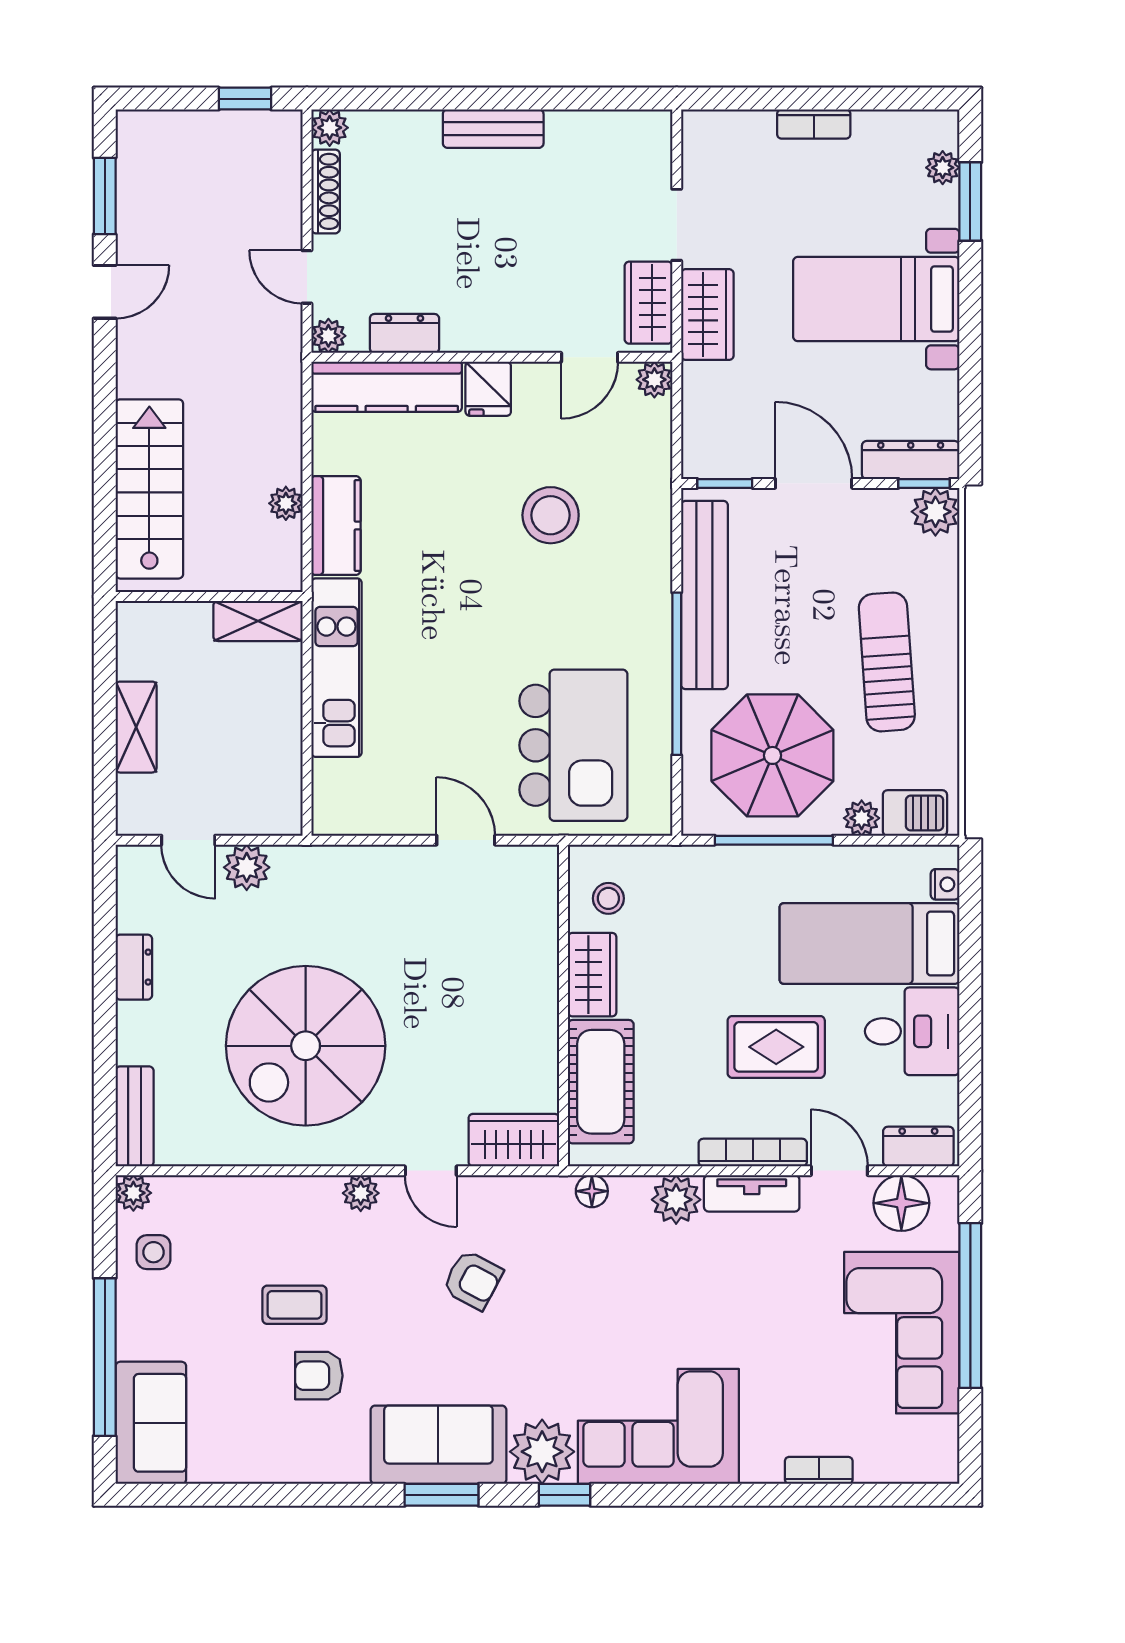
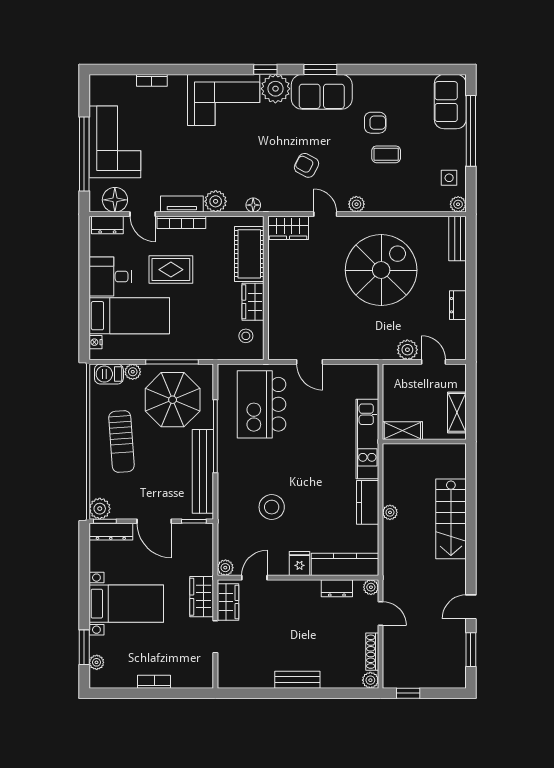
wall: (209, 597) -> (424, 442), moved
shelving: (258, 621) -> (402, 431), moved

